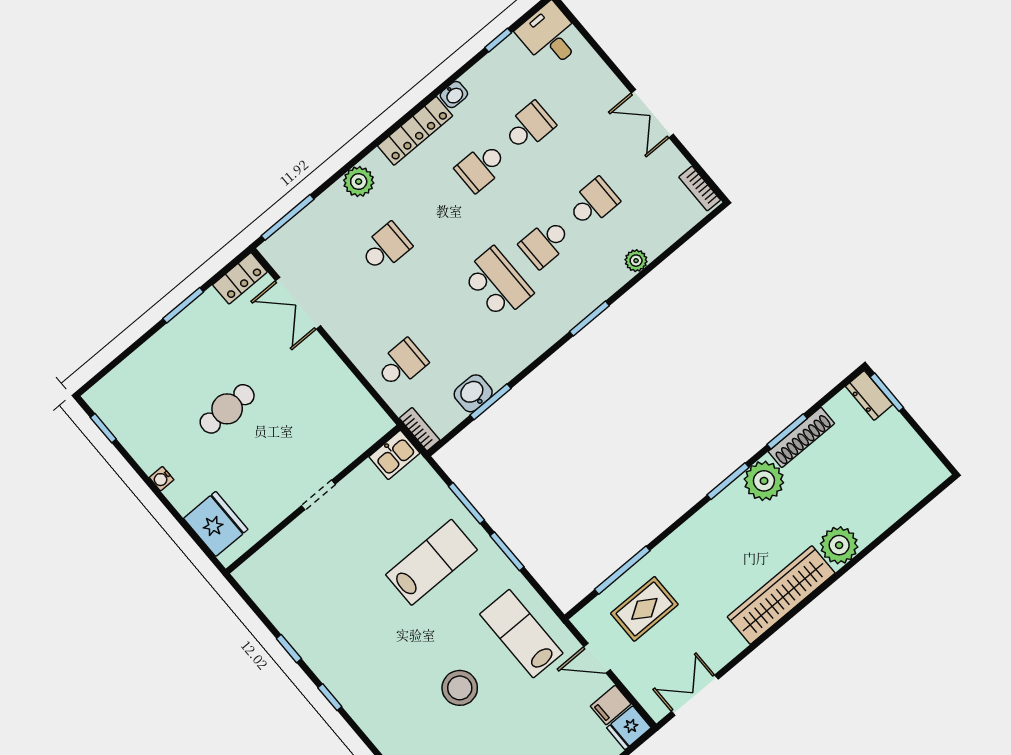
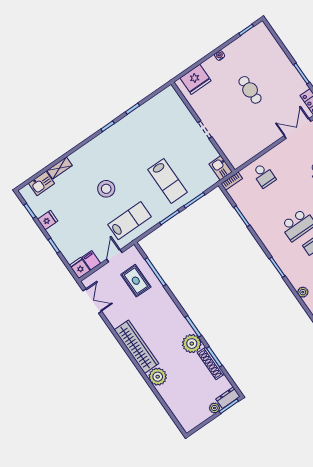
washbasin: (473, 393) -> (247, 208), removed
plant: (893, 421) -> (214, 408), added

